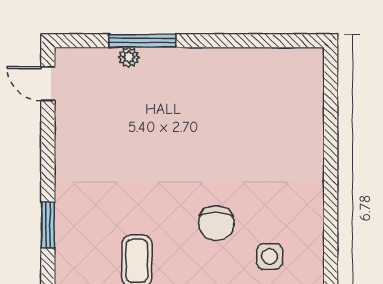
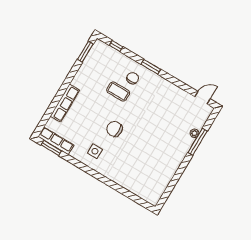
chair: (93, 248) -> (133, 78), added
side table: (270, 256) -> (95, 151), moved

